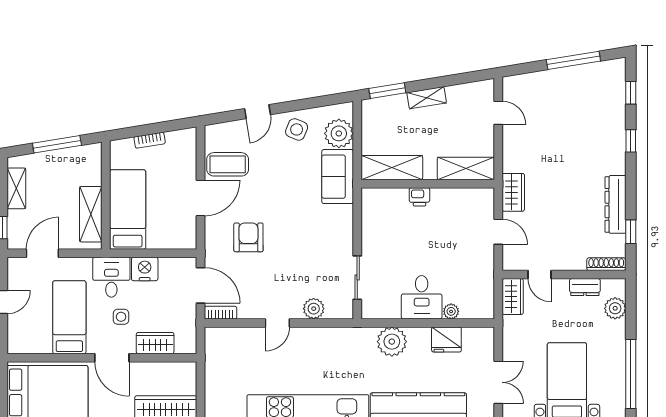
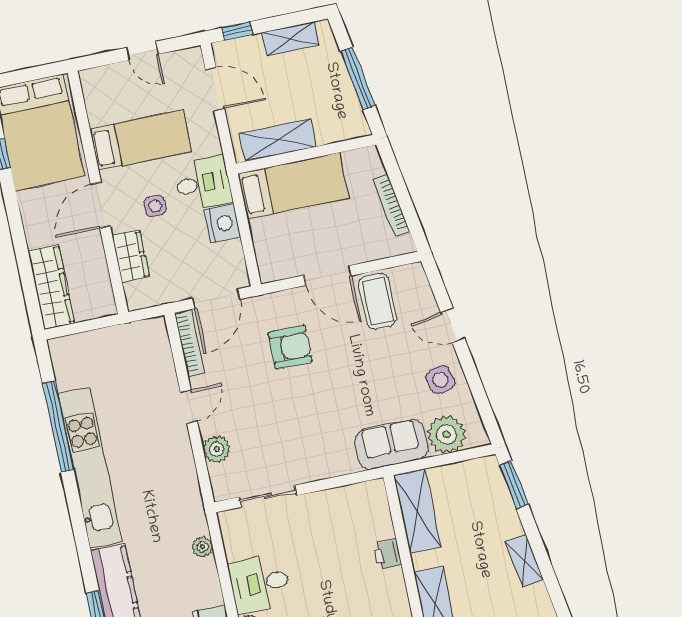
shelving: (427, 98) -> (524, 560), moved
side table: (297, 129) -> (440, 380), turned -37
bookcase: (150, 140) -> (391, 206), width x1.56
bookcase: (221, 313) -> (189, 343), width x1.56
door: (277, 323) -> (189, 407), swing flipped
plant: (392, 342) -> (202, 547), width x0.53, depth x0.53

